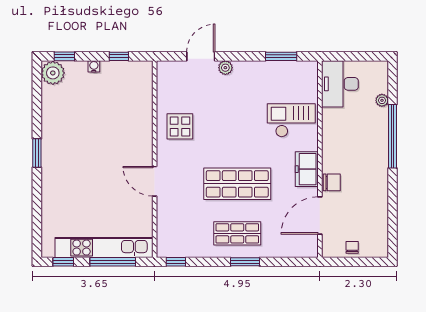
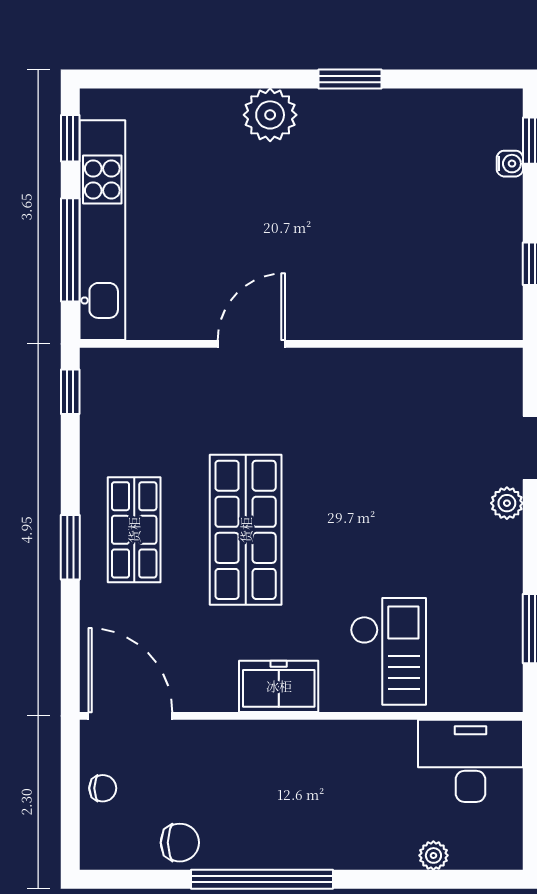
water cooler: (94, 66) -> (510, 164), moved
plant: (53, 73) -> (270, 115), moved
display table: (180, 126) -> (375, 401), removed
window: (393, 136) -> (262, 879), moved
window: (37, 153) -> (350, 79), moved
chair: (332, 182) -> (180, 843), moved, turned -90
door: (320, 215) -> (130, 716), moved

